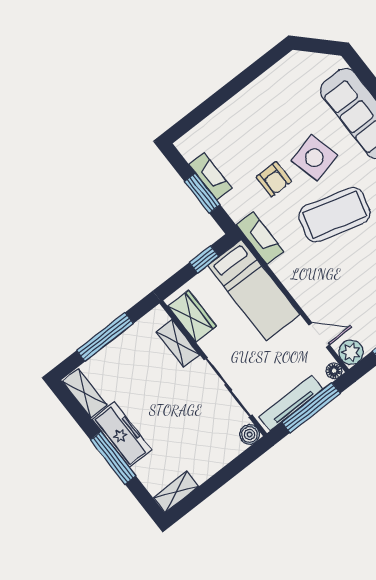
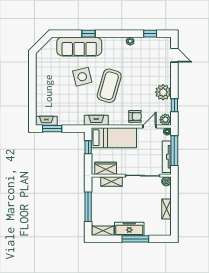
fireplace: (210, 176) -> (46, 121), moved
armchair: (274, 179) -> (135, 116), moved
window: (202, 193) -> (52, 129), moved
shelving: (176, 492) -> (166, 209), moved

